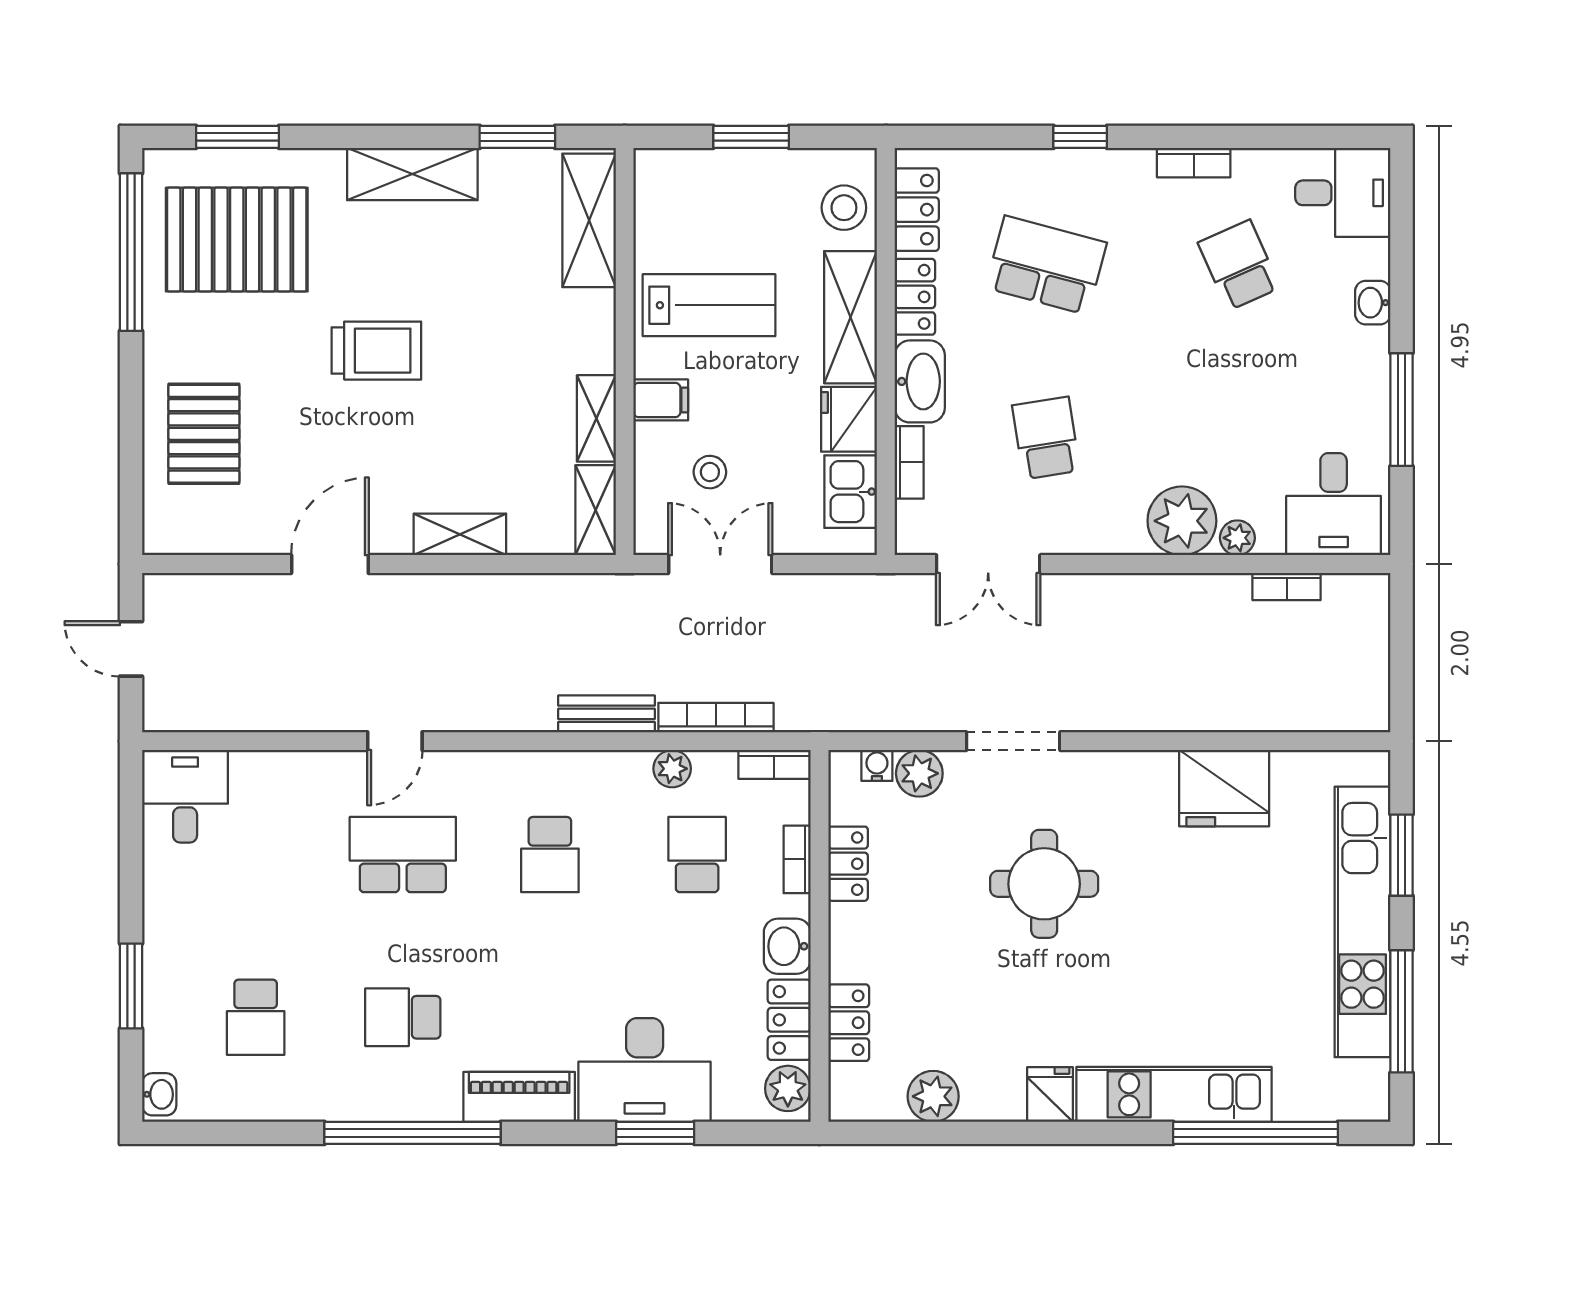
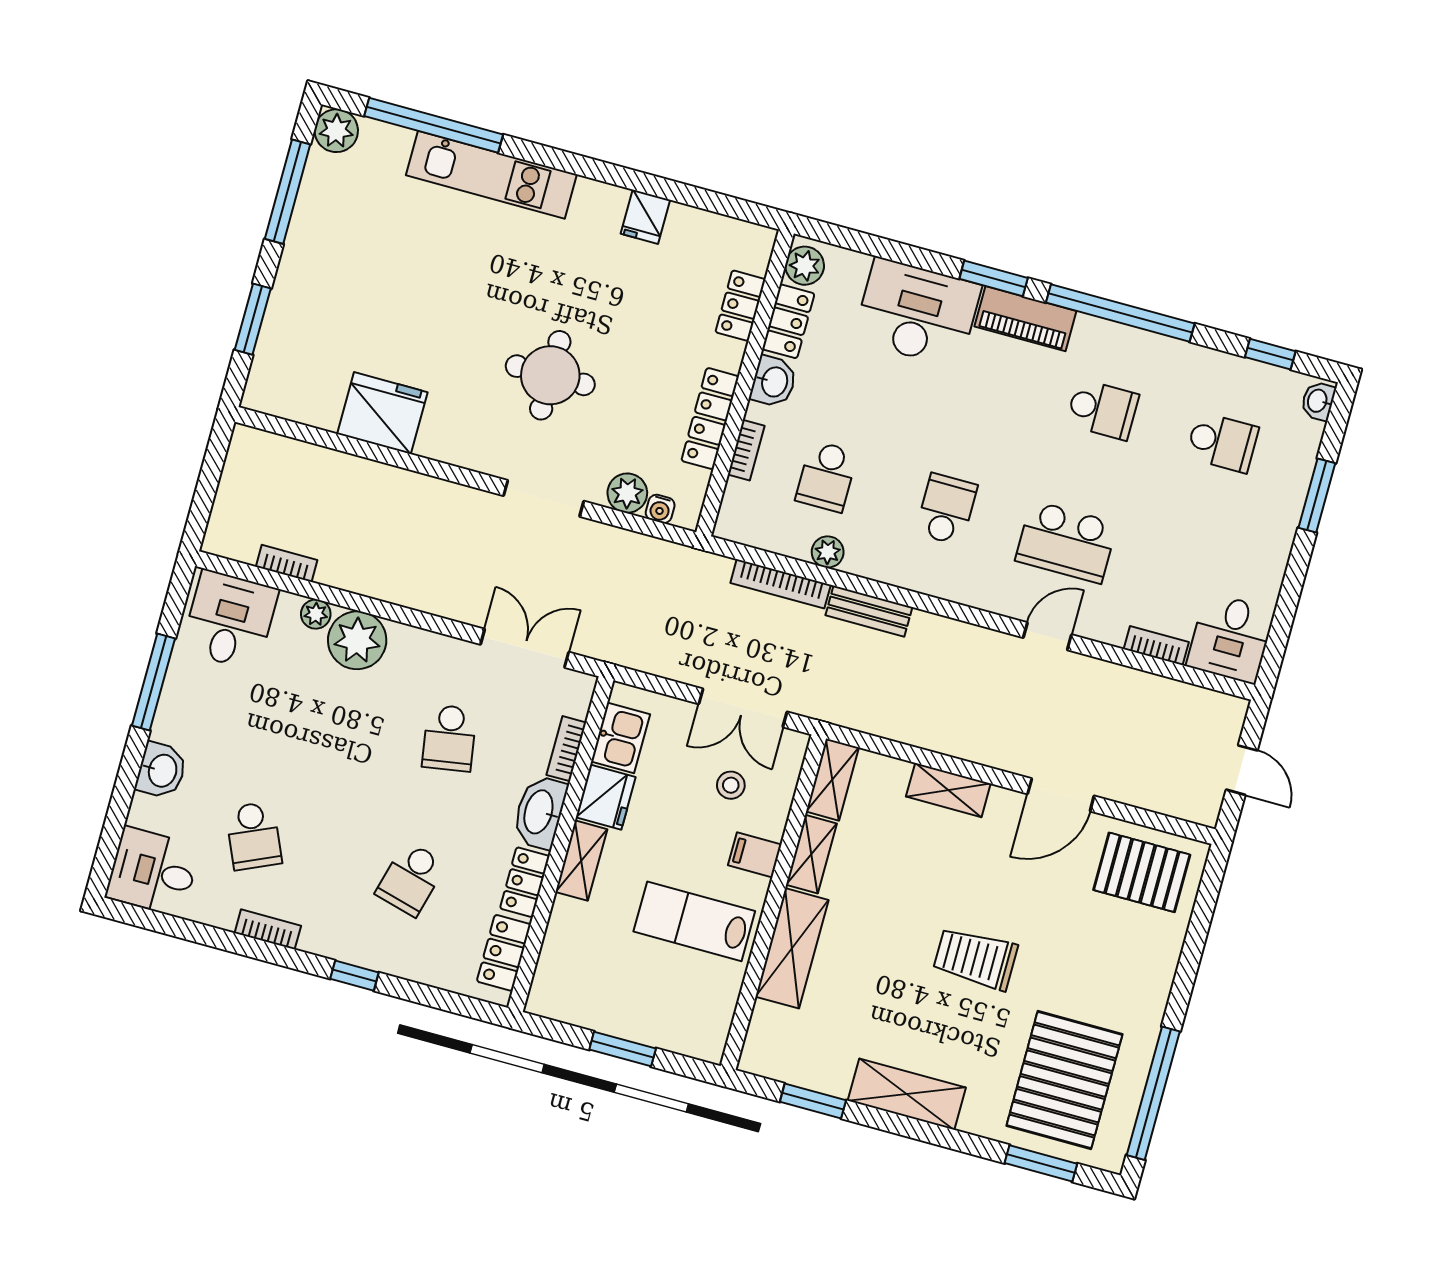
stool: (844, 208) -> (563, 971), removed
shelving: (589, 220) -> (792, 948), moved
pallet: (237, 240) -> (1064, 1080), turned 90
school desk: (1046, 265) -> (411, 879), width x0.54
washbasin: (1373, 303) -> (161, 770), width x1.38, depth x1.45
shelving: (851, 317) -> (581, 861), width x0.67, depth x0.75
pallet: (204, 434) -> (1142, 872), moved, turned 90
bookcase: (774, 764) -> (1156, 646), moved
locker: (848, 864) -> (710, 419), width x1.53
kitchen unit: (1362, 922) -> (299, 273), removed
school desk: (256, 1017) -> (1222, 442), turned 90
fridge: (1050, 1095) -> (645, 217), moved
plant: (933, 1096) -> (336, 131), moved
window: (228, 1133) -> (1270, 354), added
window: (655, 1133) -> (994, 278), moved

